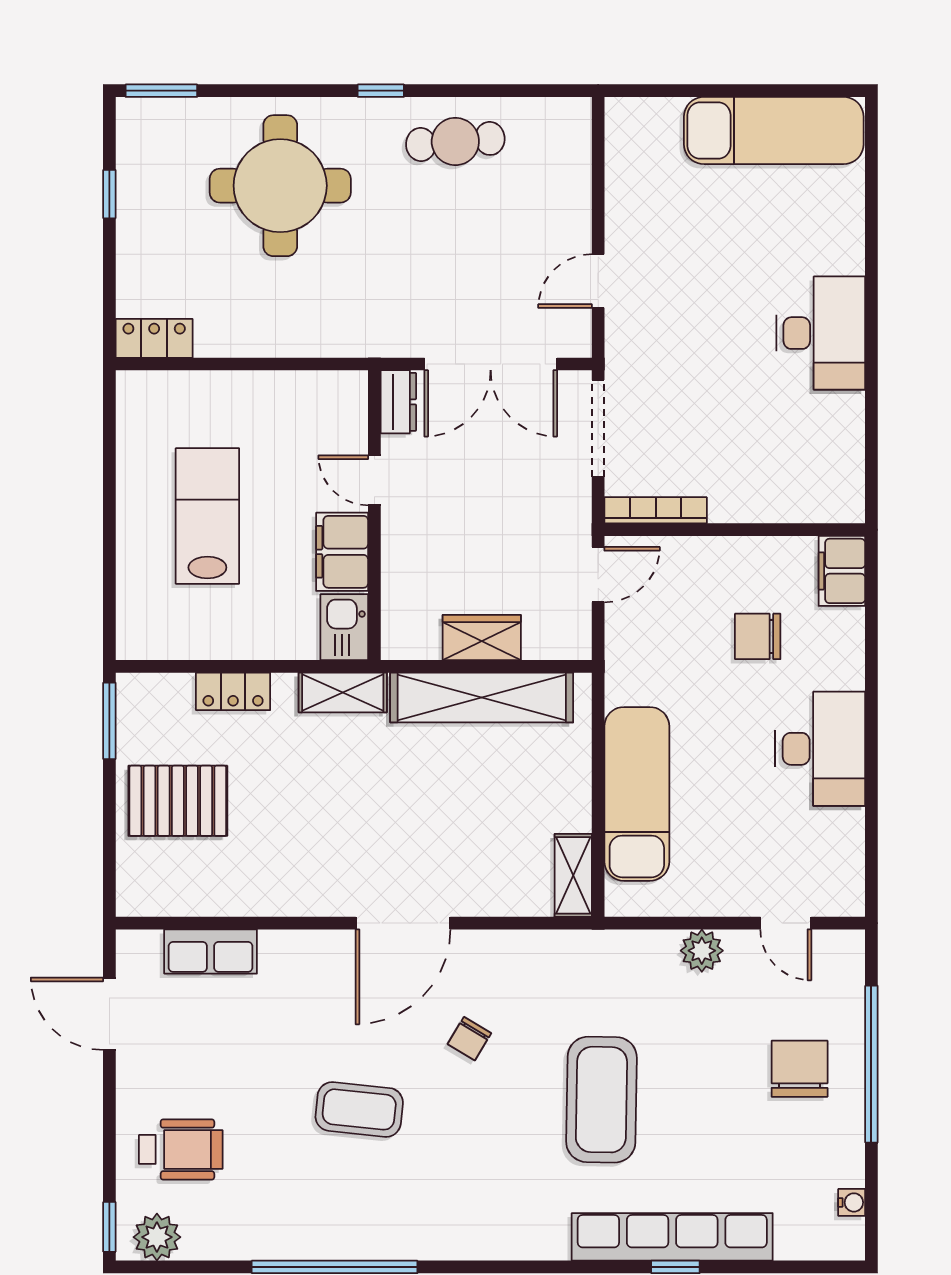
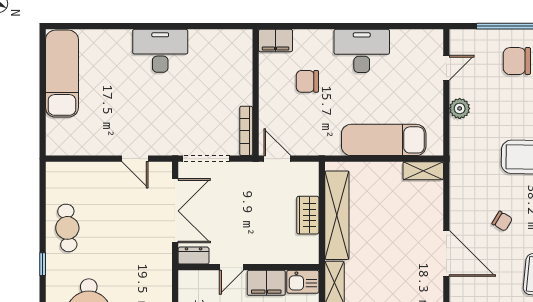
chair: (758, 636) -> (307, 81), turned 90

